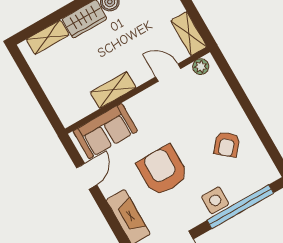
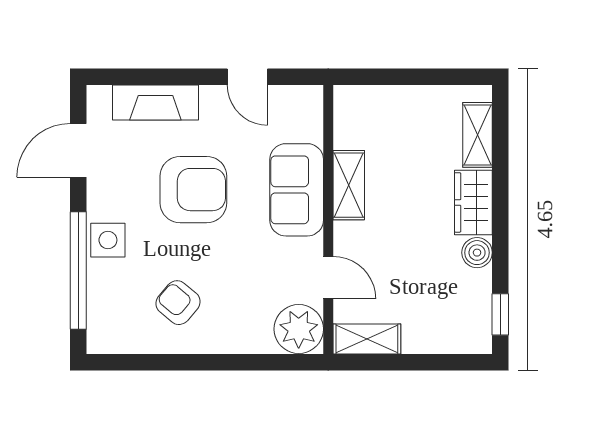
plant: (201, 67) -> (299, 329), width x1.87, depth x1.87
door: (168, 73) -> (328, 278), hinge flipped
sofa: (105, 131) -> (297, 190), moved

